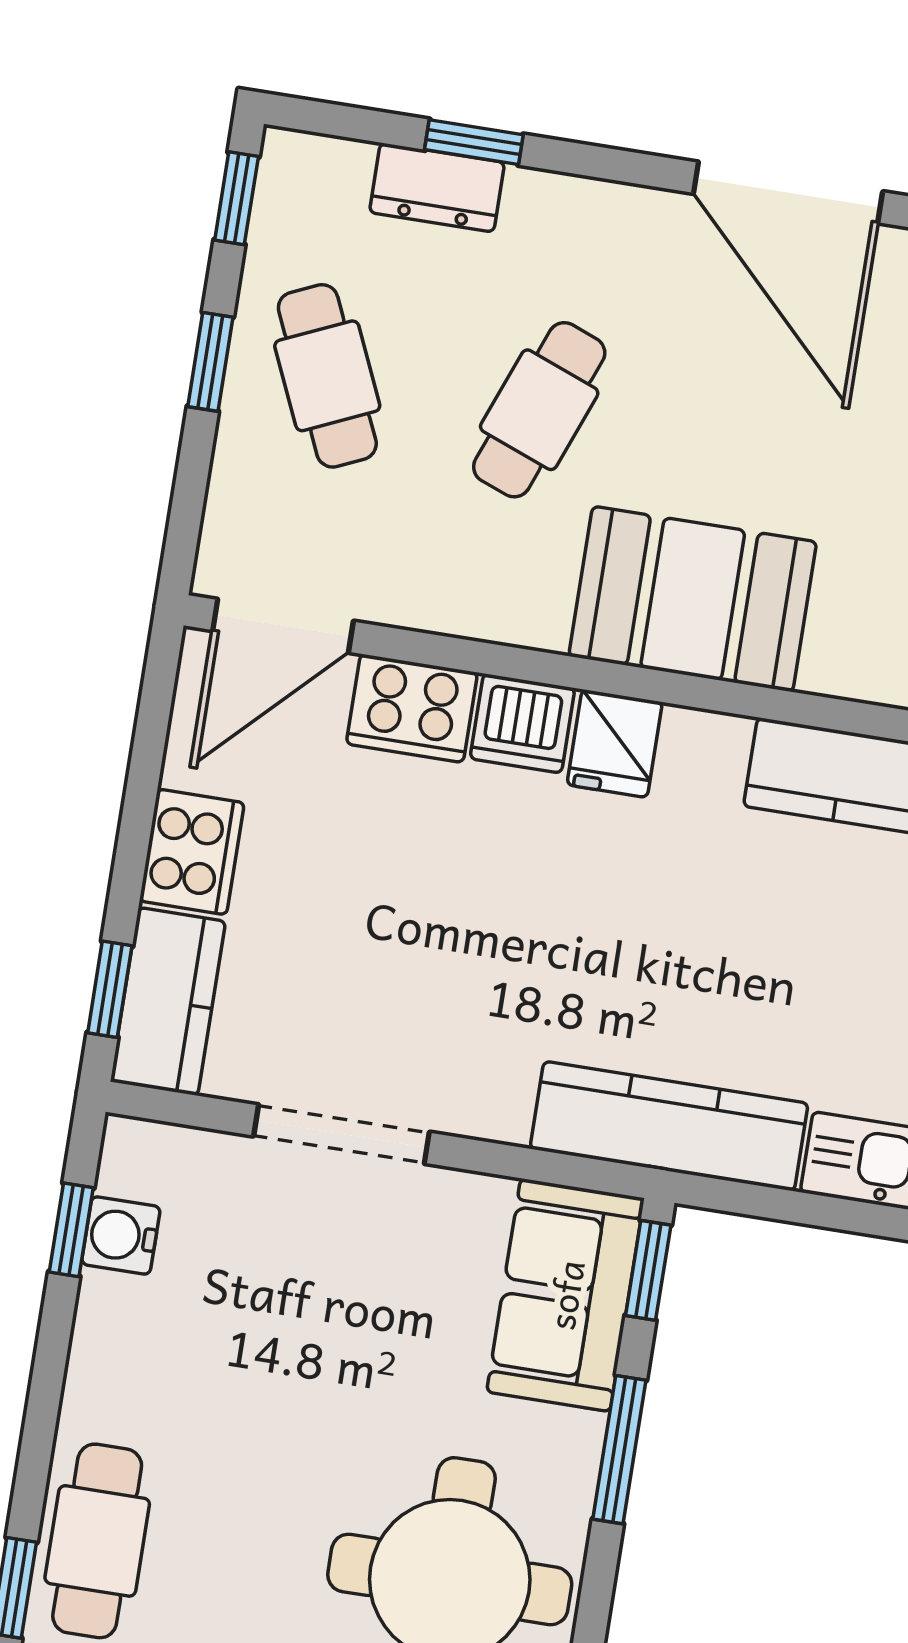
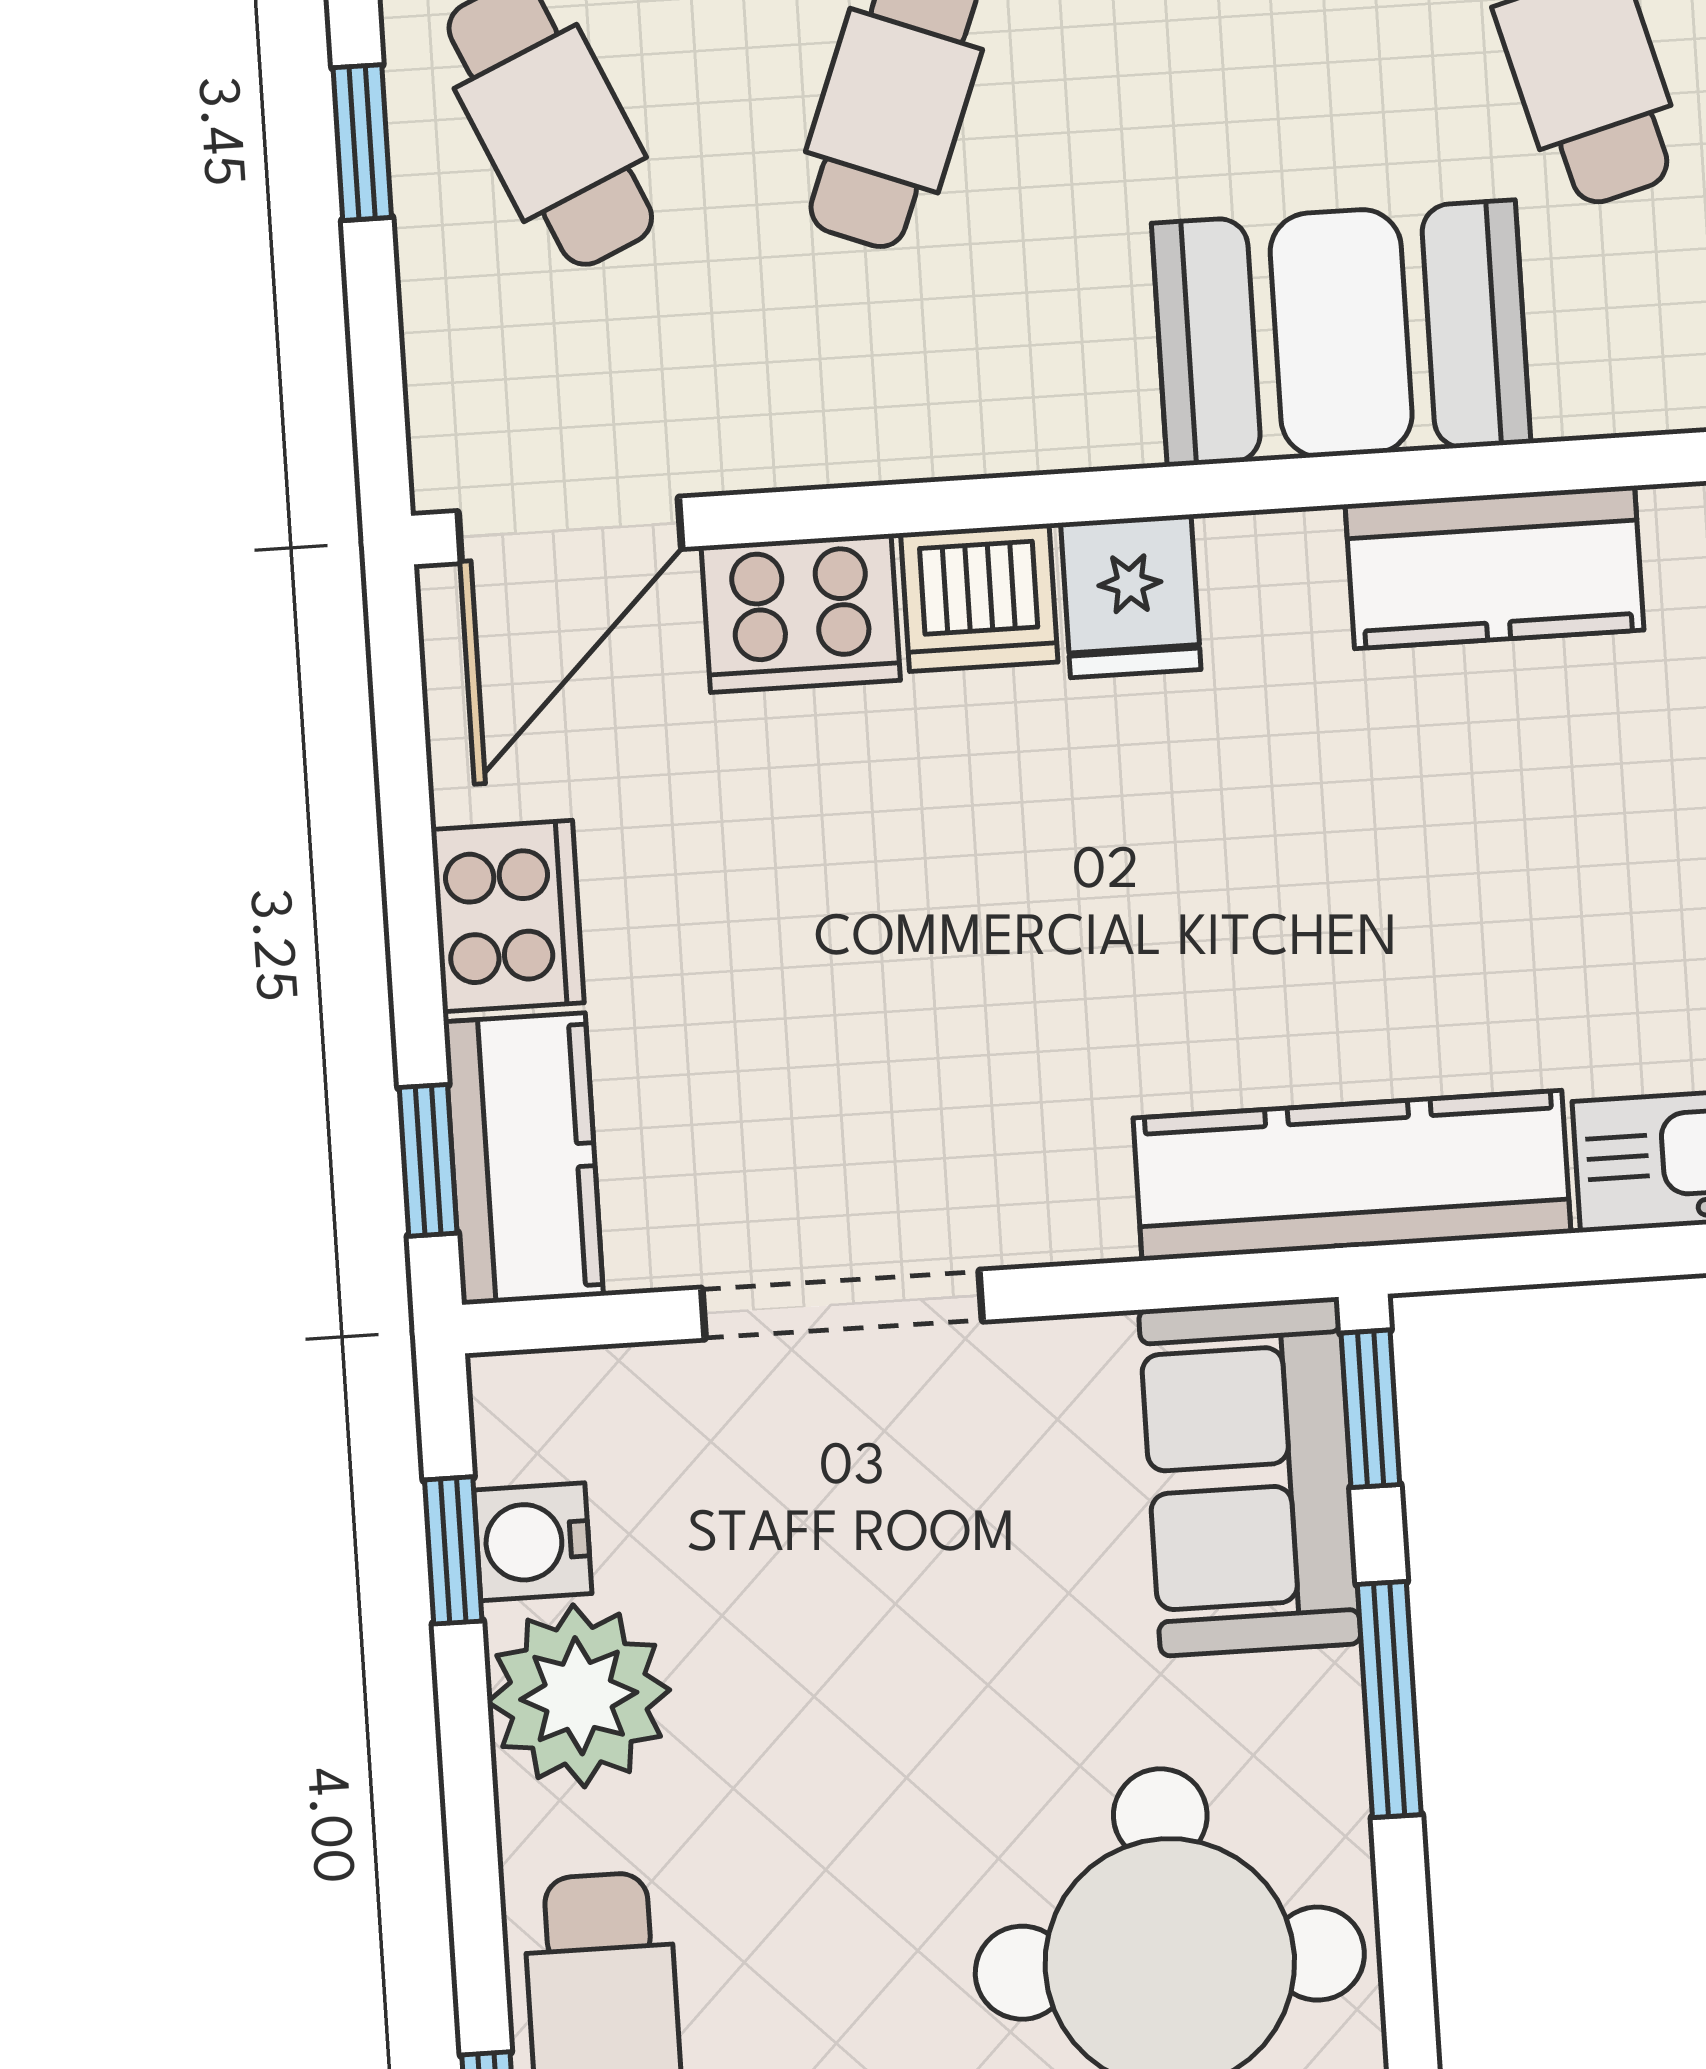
booth: (693, 599) -> (1341, 333), moved
plant: (127, 1335) -> (579, 1696), added

